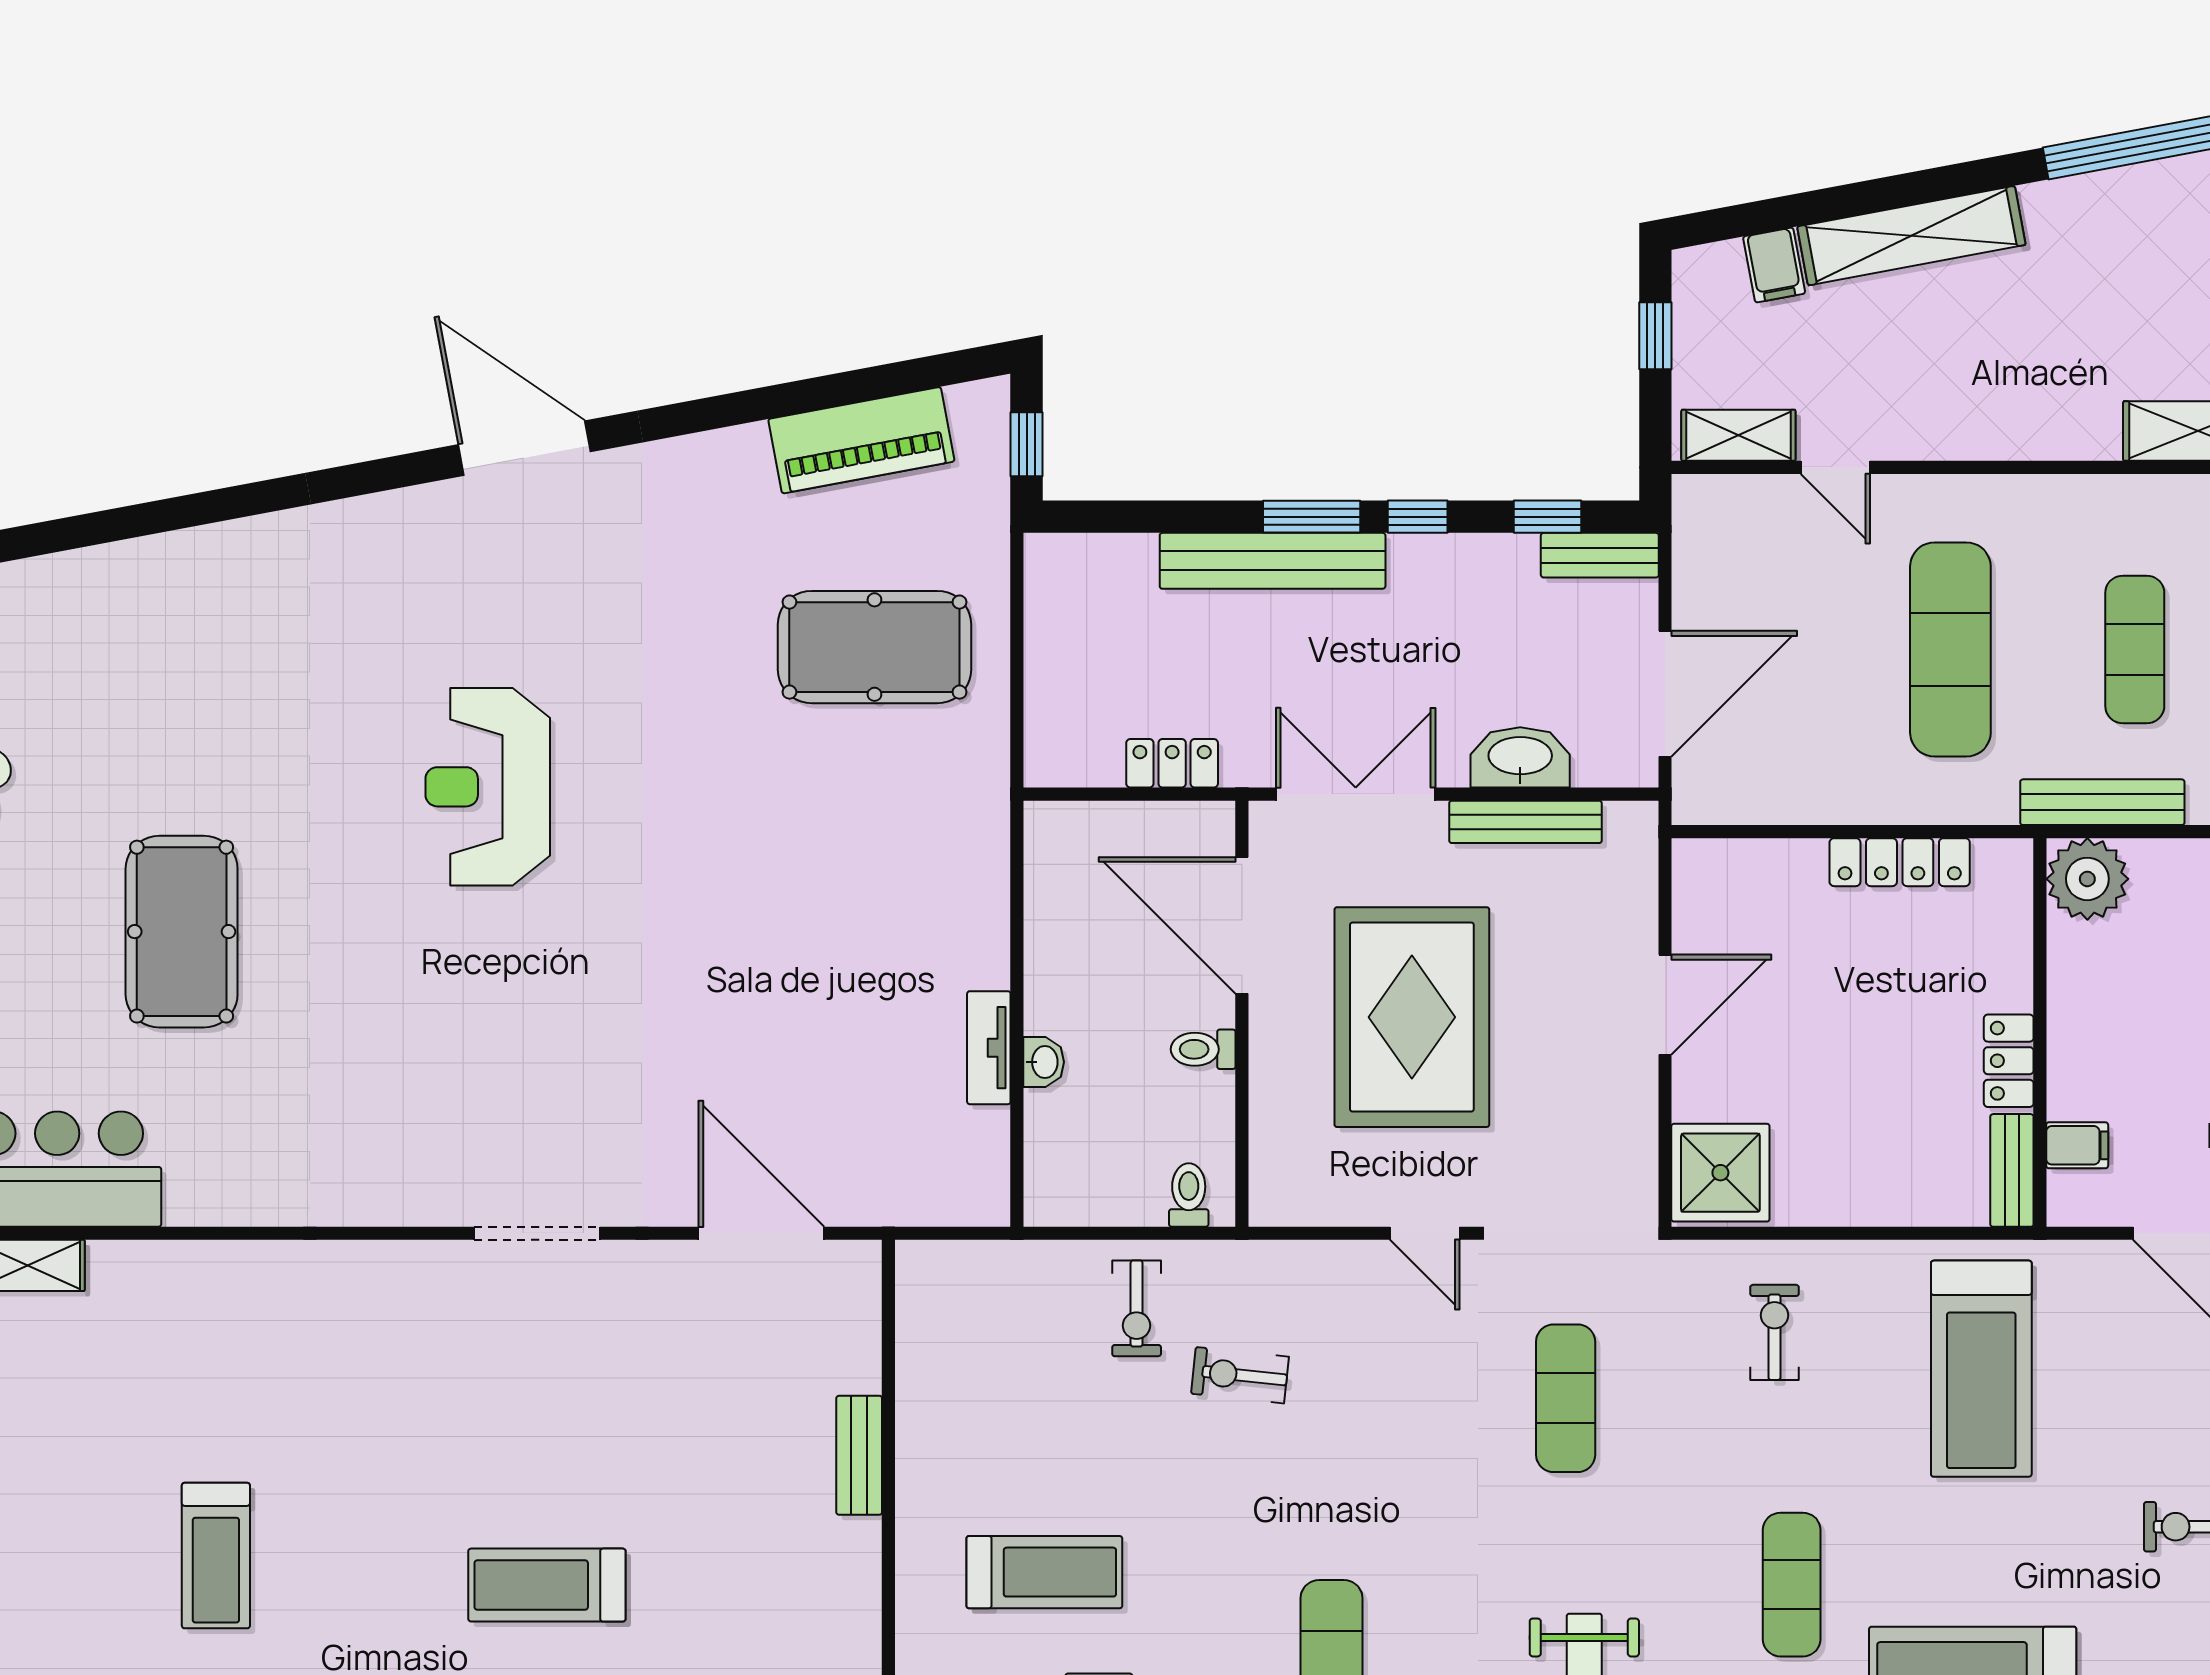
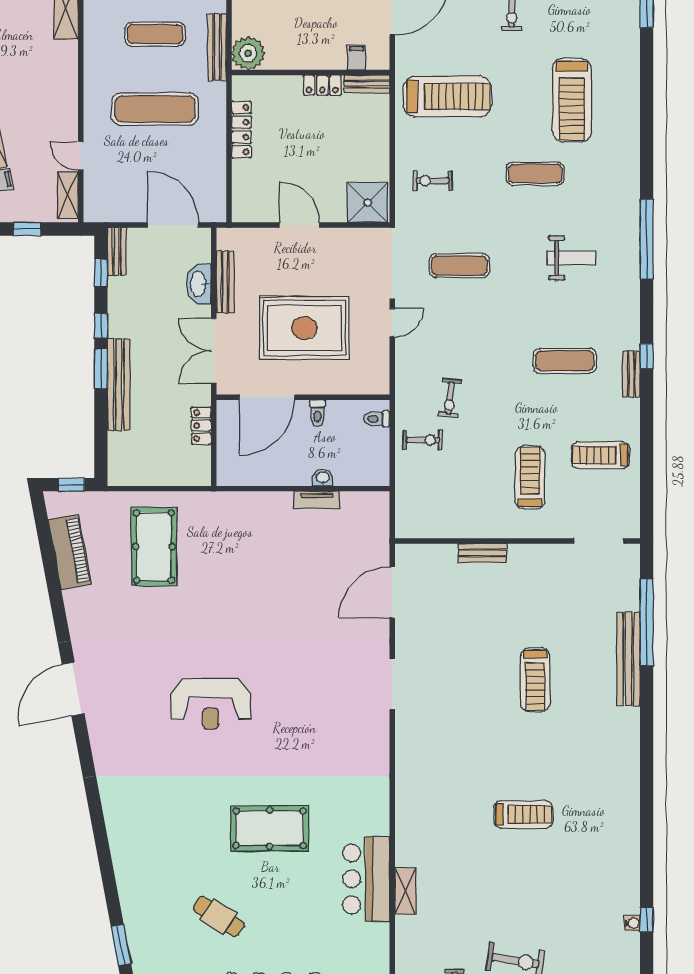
door: (1835, 467) -> (81, 156), swing flipped

